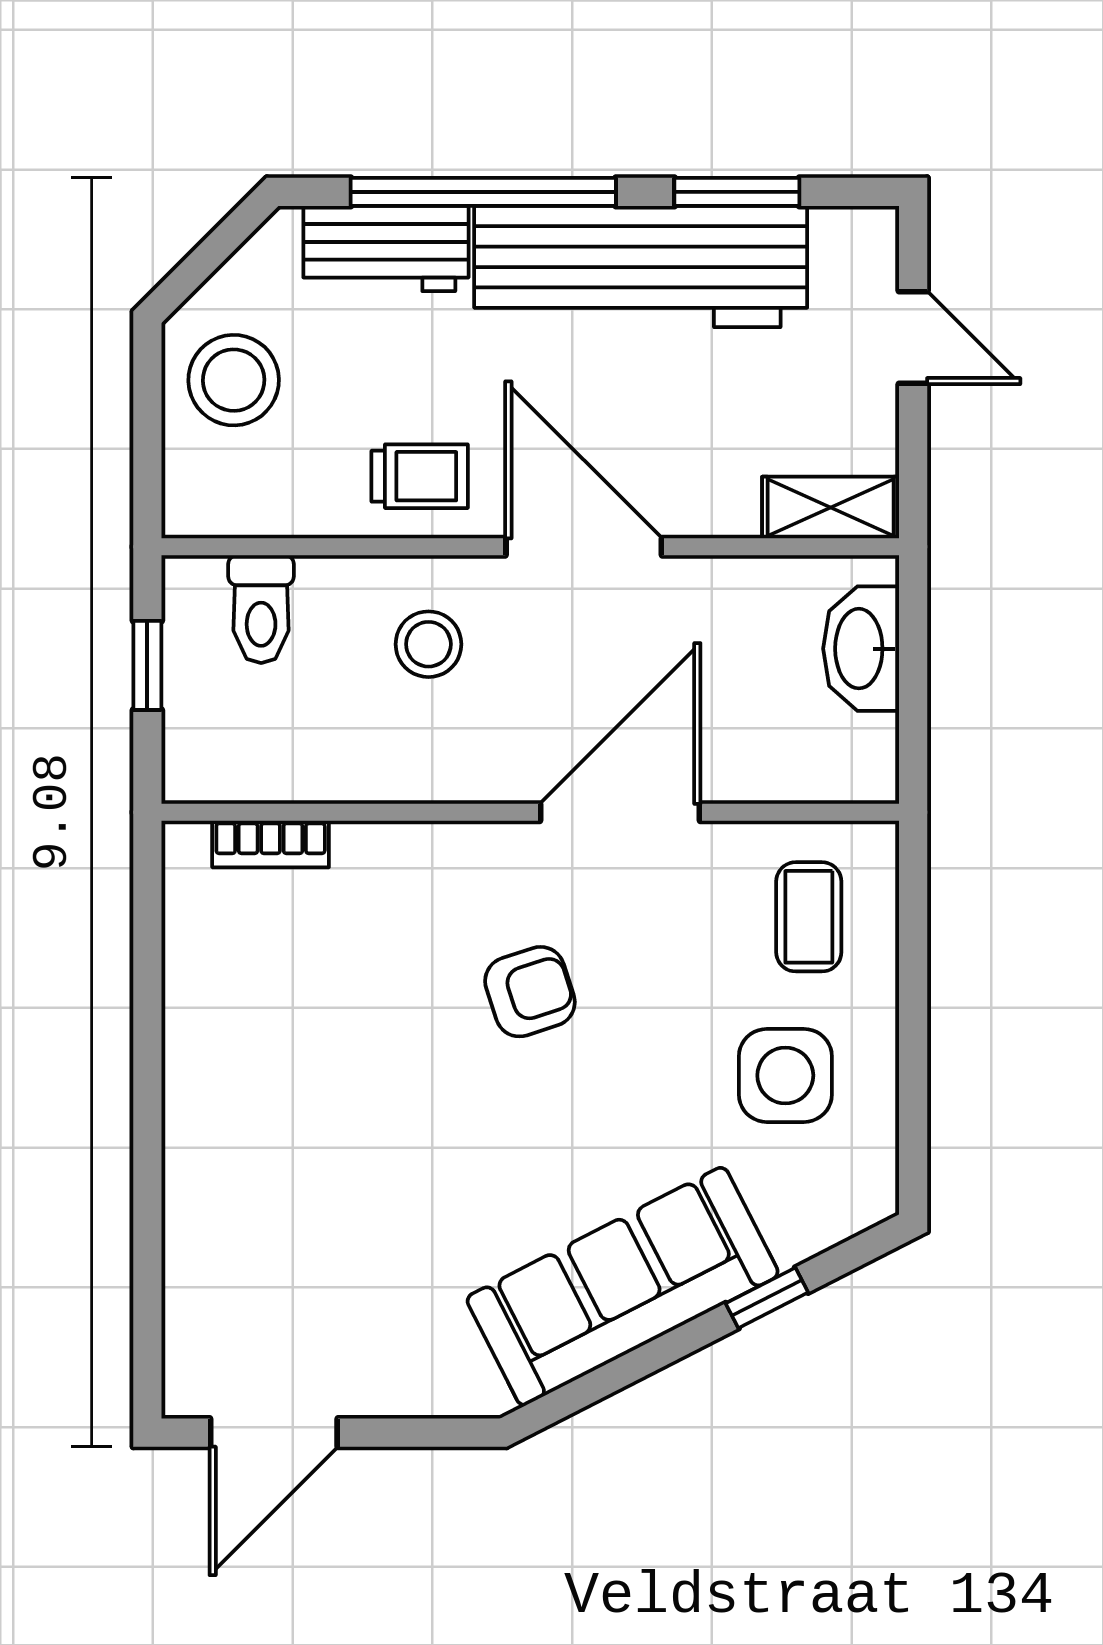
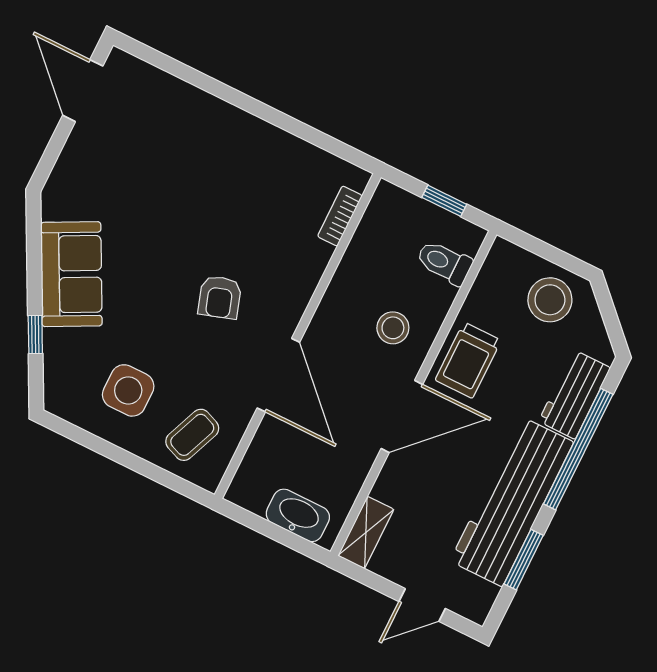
trolley: (420, 476) -> (468, 360), width x1.36, depth x1.39
coffee table: (809, 917) -> (192, 435), turned -68
sofa: (623, 1286) -> (71, 274), width x0.73

